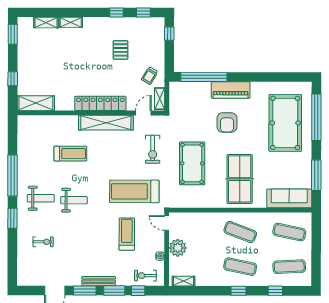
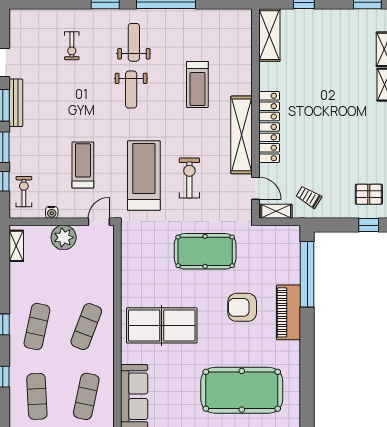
pallet: (120, 50) -> (369, 194), moved
exercise bike: (153, 149) -> (189, 178), moved, turned 90
pool table: (192, 163) -> (205, 251), moved
weight bench: (41, 198) -> (134, 42), turned 180
treadmill: (127, 234) -> (83, 165), turned -90
bench: (99, 281) -> (16, 103), moved

